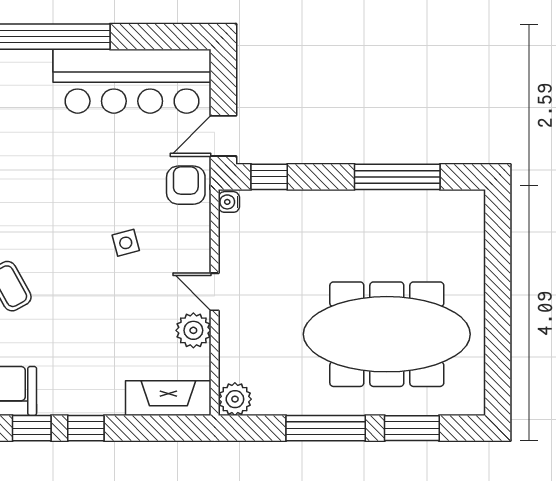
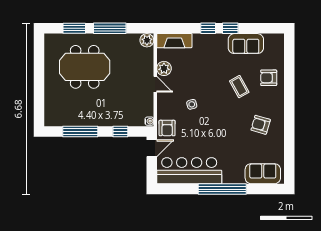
window: (269, 177) -> (120, 131), moved
meeting table: (387, 334) -> (85, 67), width x0.73

